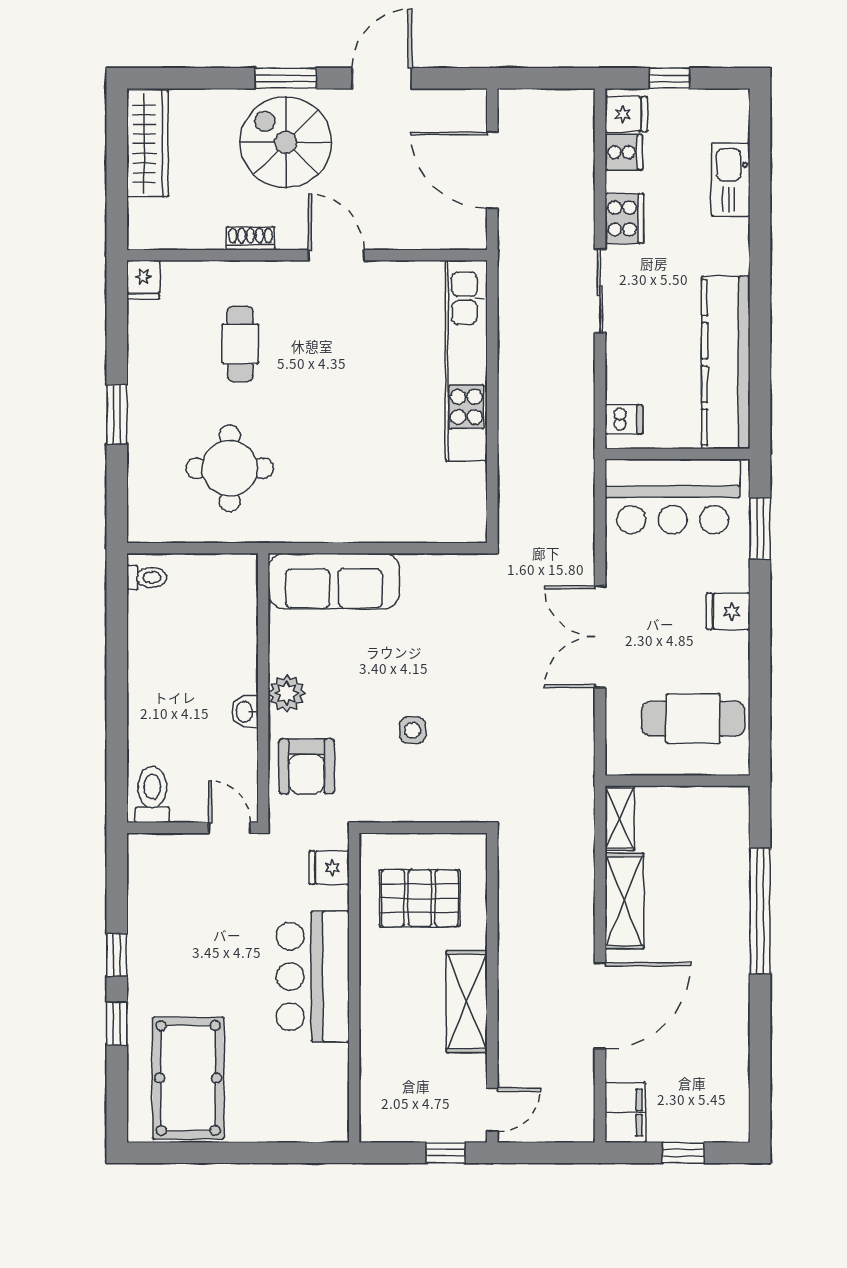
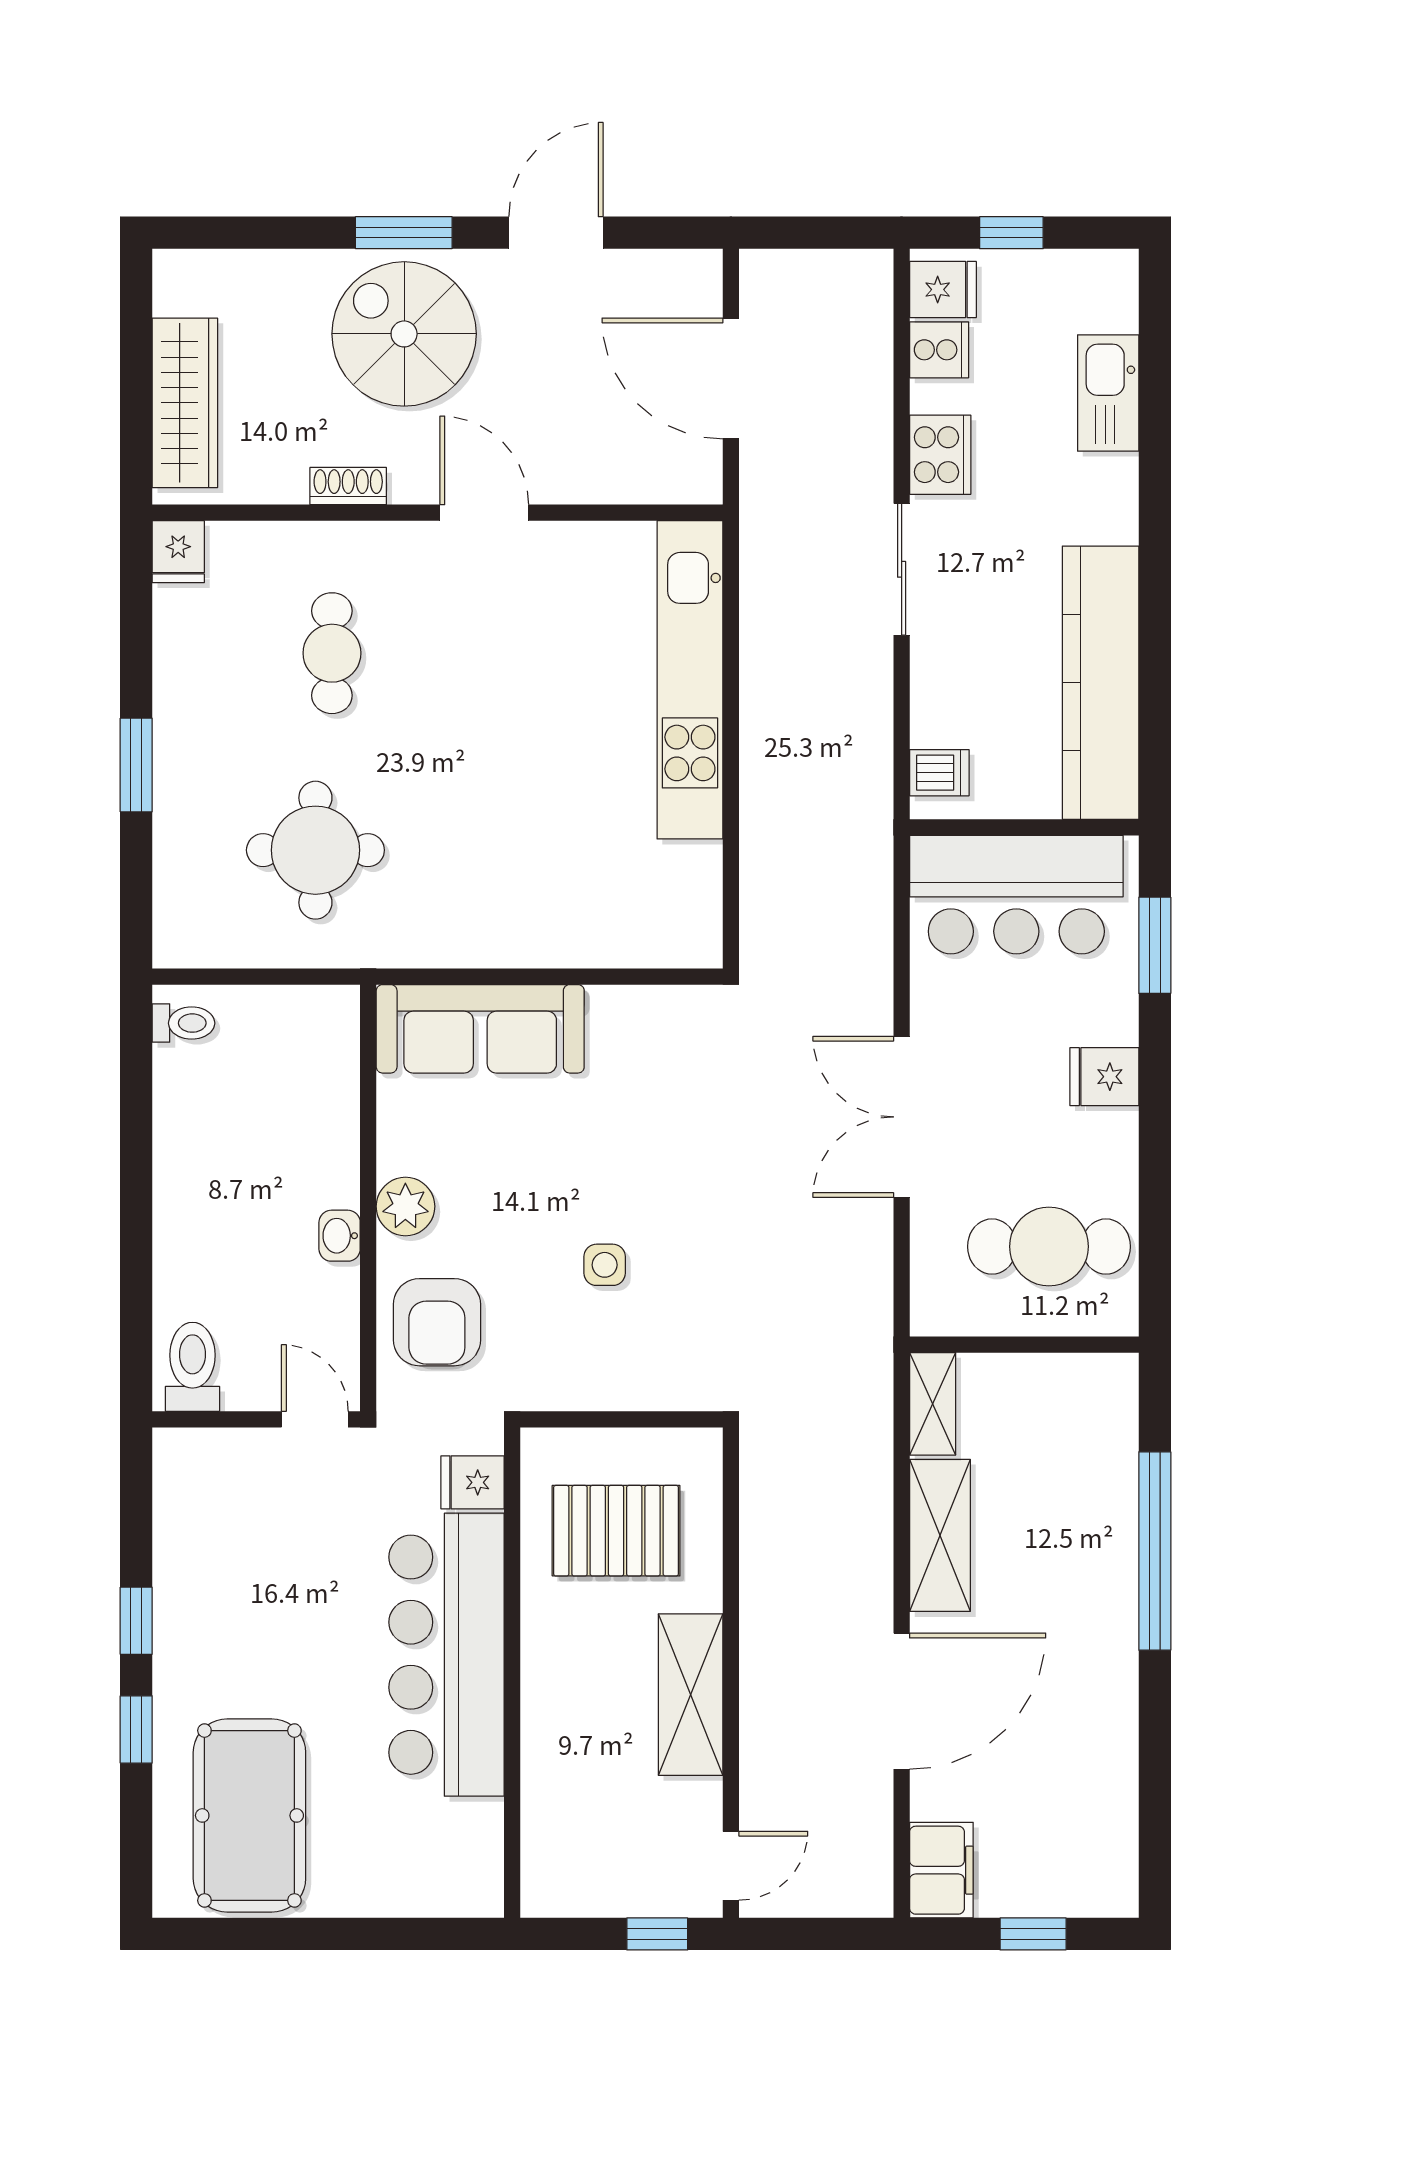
wardrobe: (147, 143) -> (185, 403), moved
bar counter: (313, 976) -> (447, 1655), width x1.36

